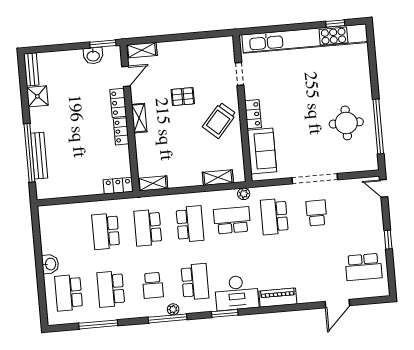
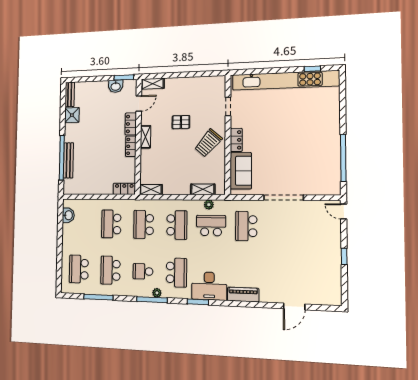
round table: (346, 123) -> (315, 153), removed
plant: (244, 194) -> (209, 205), moved
school desk: (316, 213) -> (282, 227), removed
washbasin: (50, 264) -> (68, 215), moved
school desk: (364, 267) -> (320, 278), removed
school desk: (153, 285) -> (143, 271), turned 90

